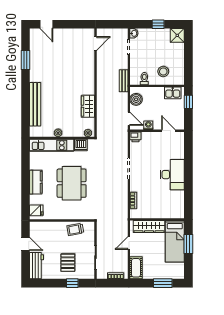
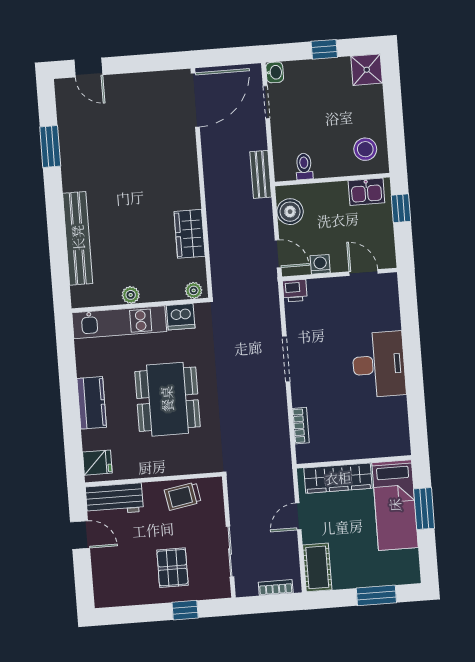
door: (95, 43) -> (195, 100), width x1.88
stool: (163, 72) -> (365, 149), moved
workbench: (37, 266) -> (114, 499), moved, turned 90

